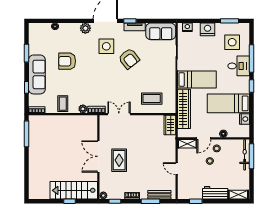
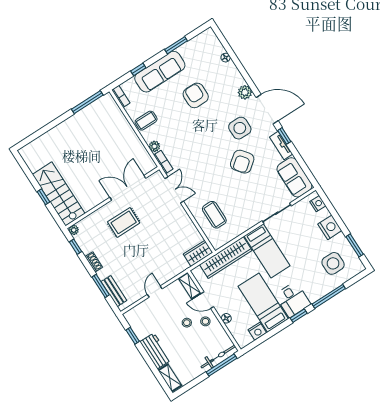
desk: (239, 66) -> (293, 300), moved
double door: (98, 156) -> (128, 188), moved

